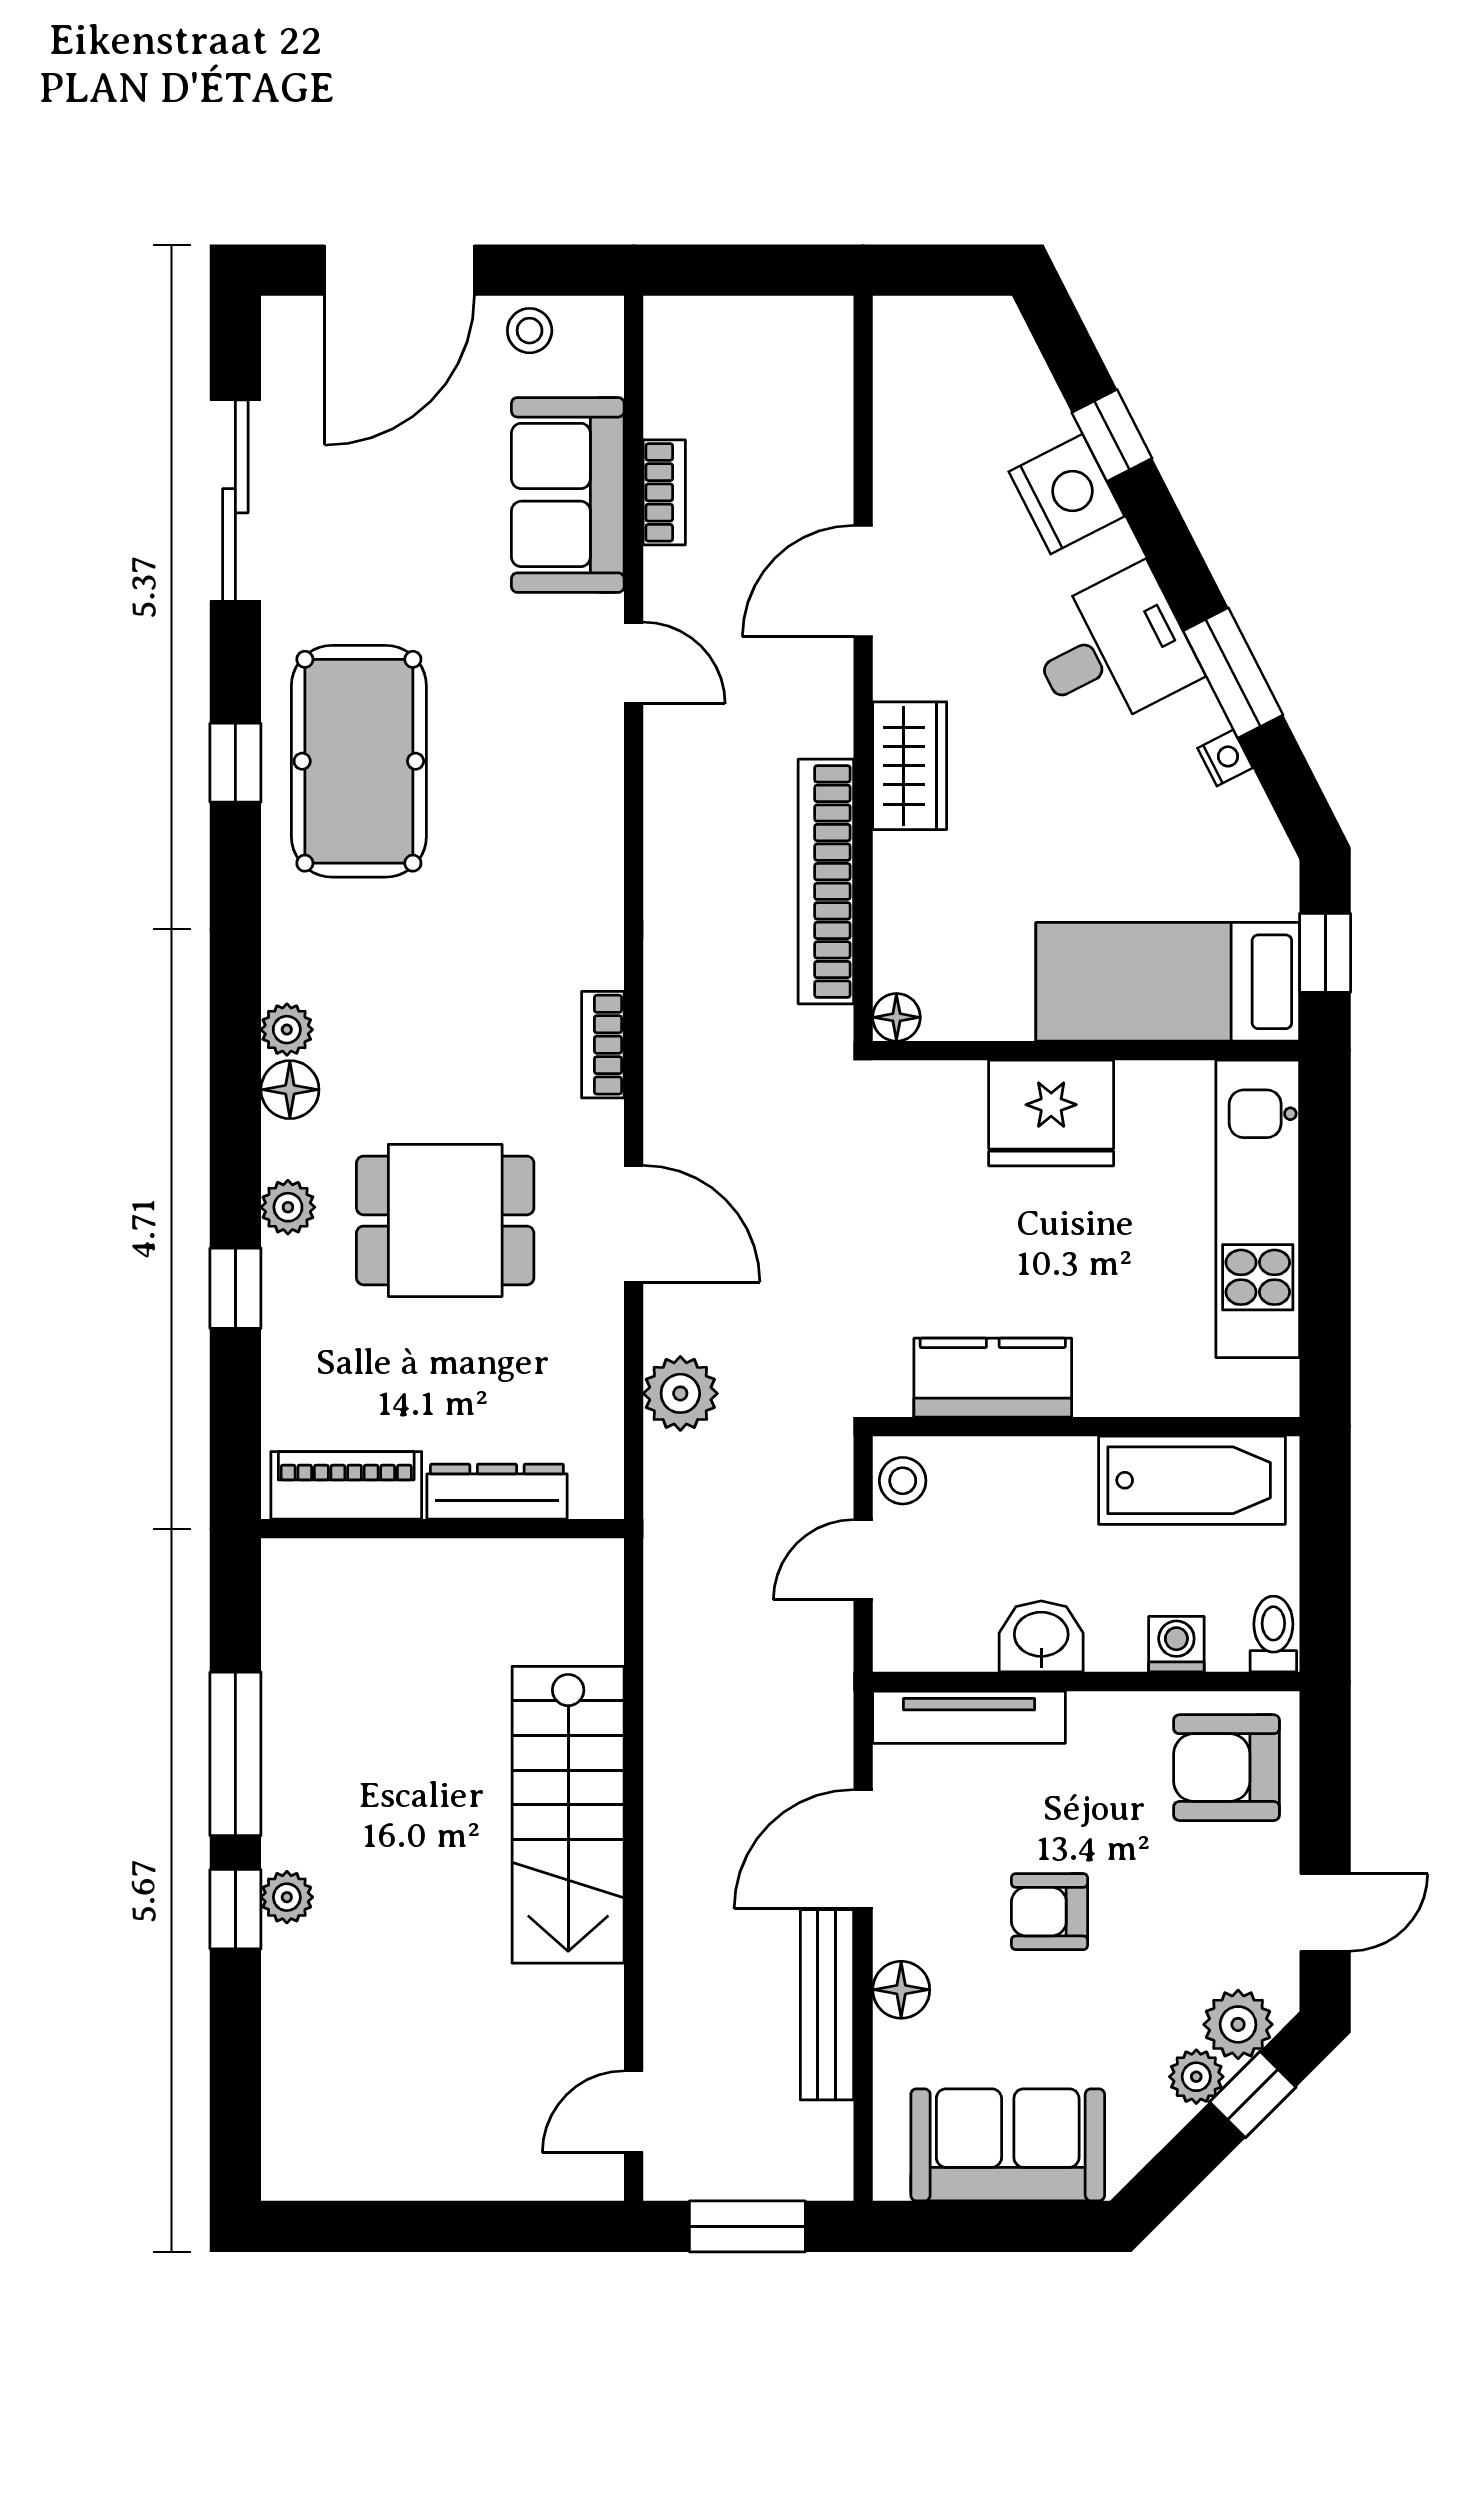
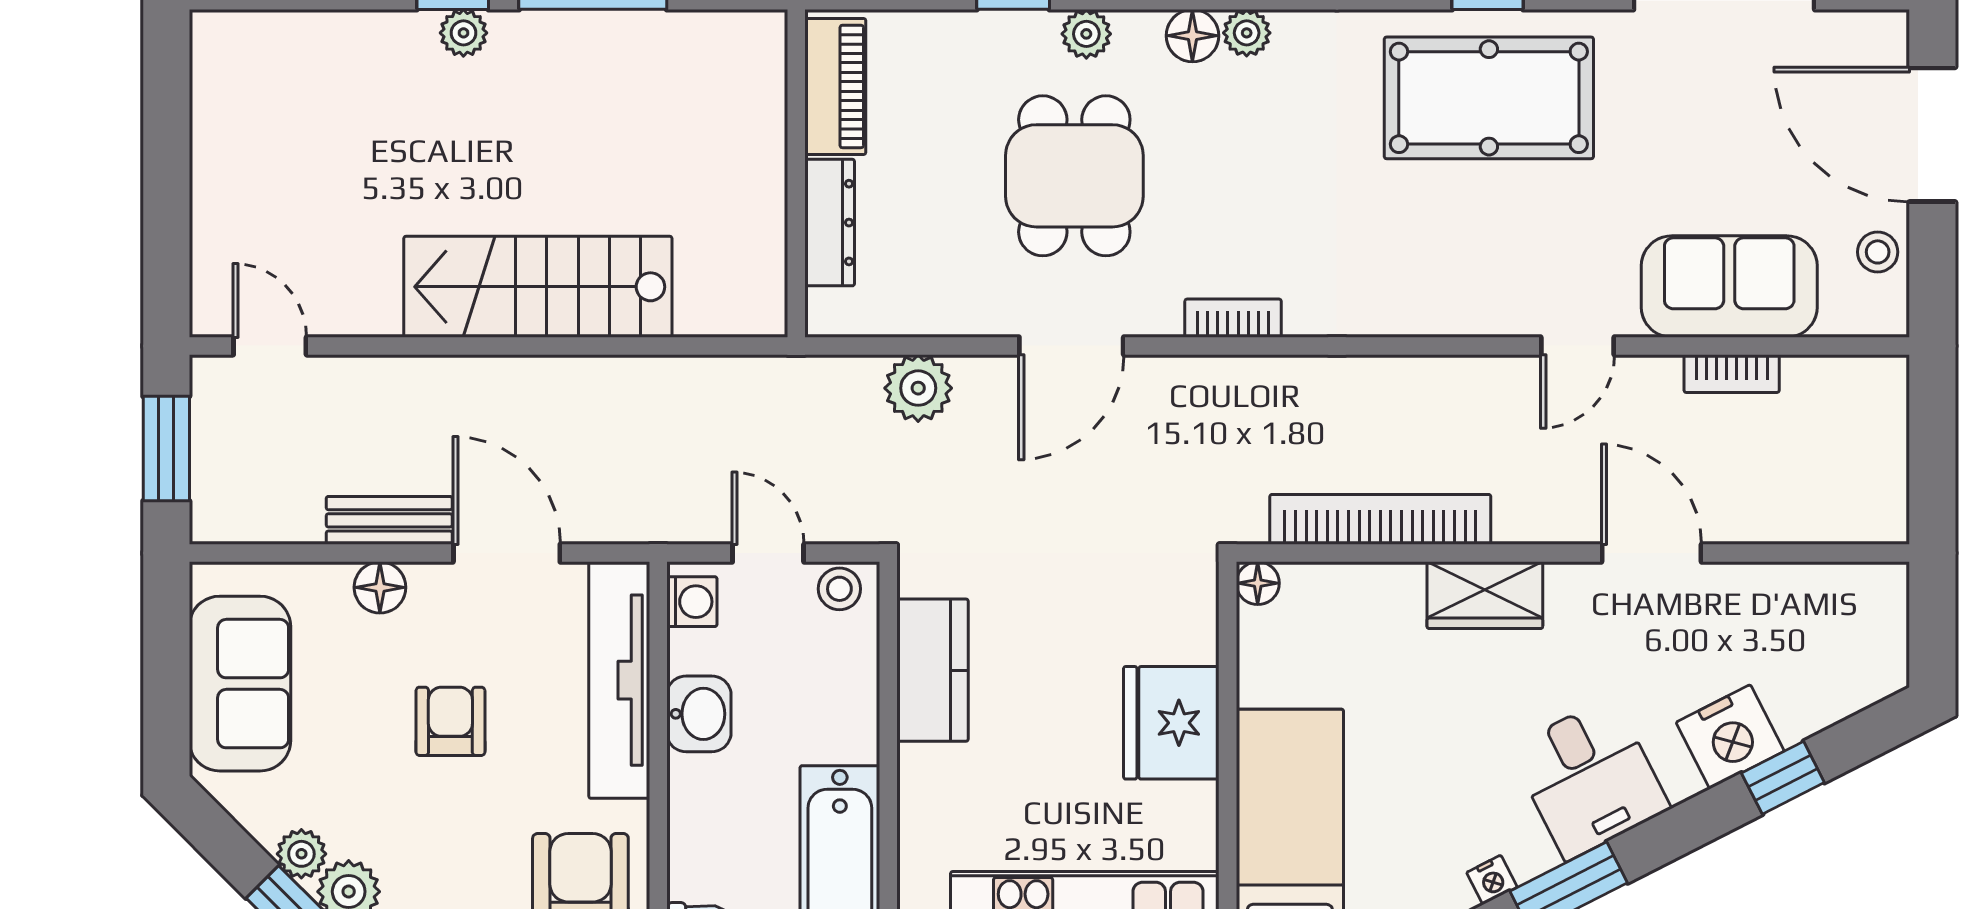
washing machine: (1176, 1644) -> (692, 602), moved
tv unit: (969, 1717) -> (619, 680), width x1.36, depth x1.29
bench: (827, 2005) -> (389, 520), width x0.73

